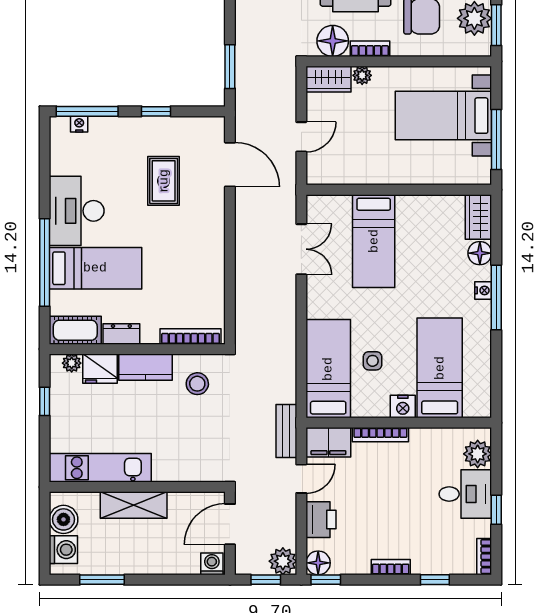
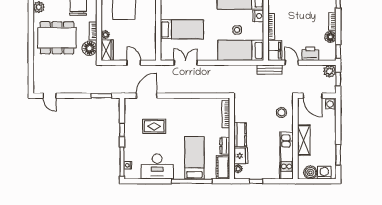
desk: (77, 211) -> (157, 166), moved
stool: (197, 384) -> (281, 112), moved
floor lamp: (318, 563) -> (330, 37), moved

